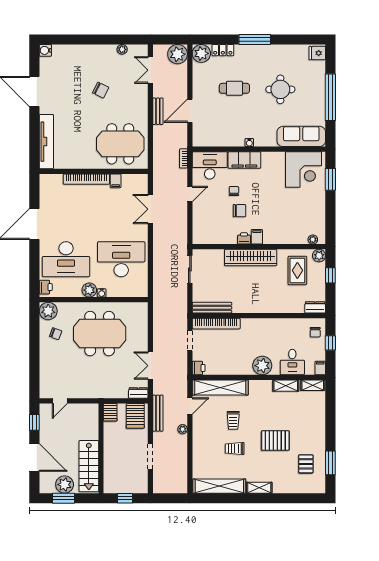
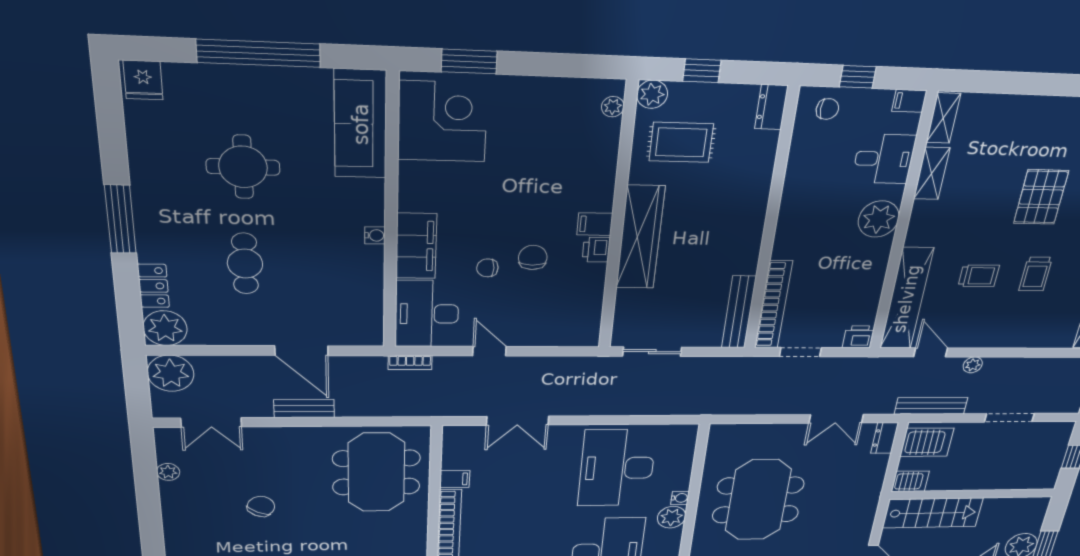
stairs: (89, 466) -> (933, 513), moved

